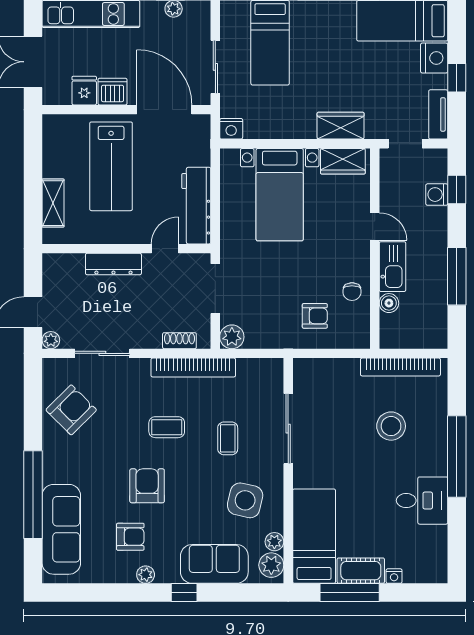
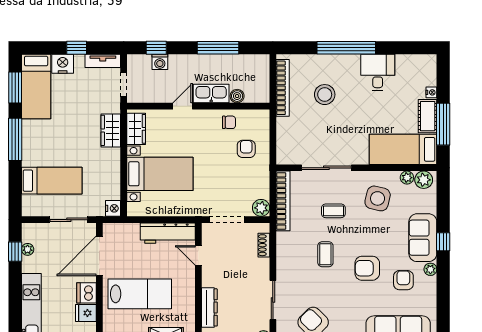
dresser: (113, 264) -> (209, 307), moved
bookcase: (193, 367) -> (283, 201), moved
sofa: (214, 564) -> (423, 238), moved

